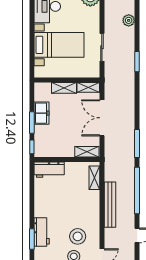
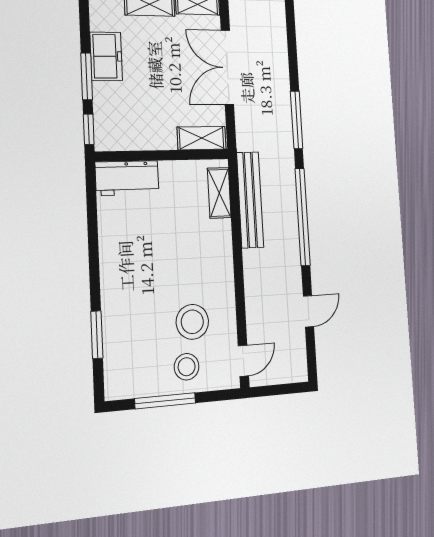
bench: (110, 205) -> (250, 200), moved
workbench: (42, 232) -> (117, 318), removed

